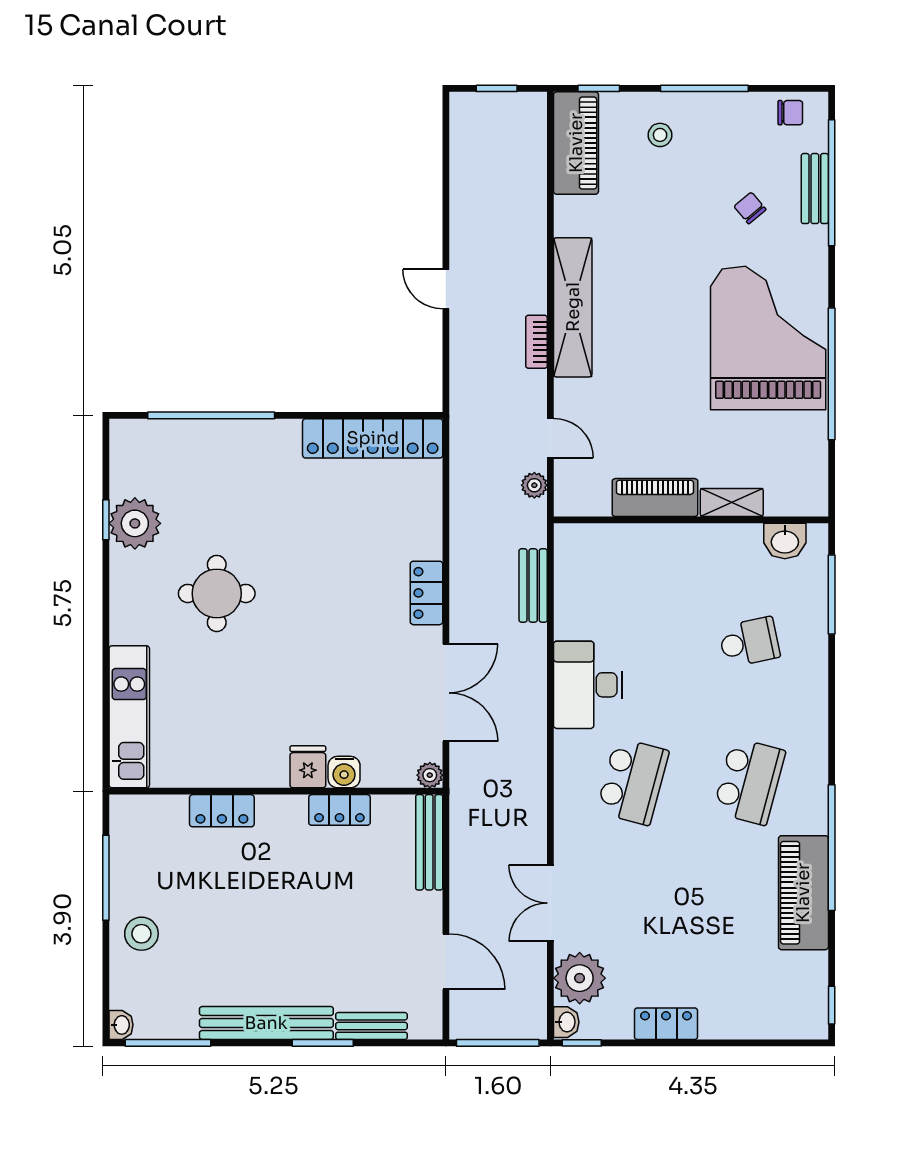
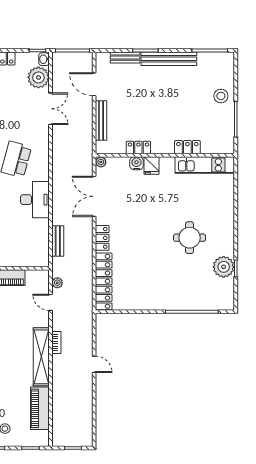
piano: (576, 143) -> (40, 408), moved
locker: (373, 438) -> (104, 281), moved, turned 90
kitchen unit: (129, 717) -> (205, 165), moved, turned -90
bench: (429, 842) -> (101, 120), moved
washbasin: (121, 1025) -> (229, 58), removed

